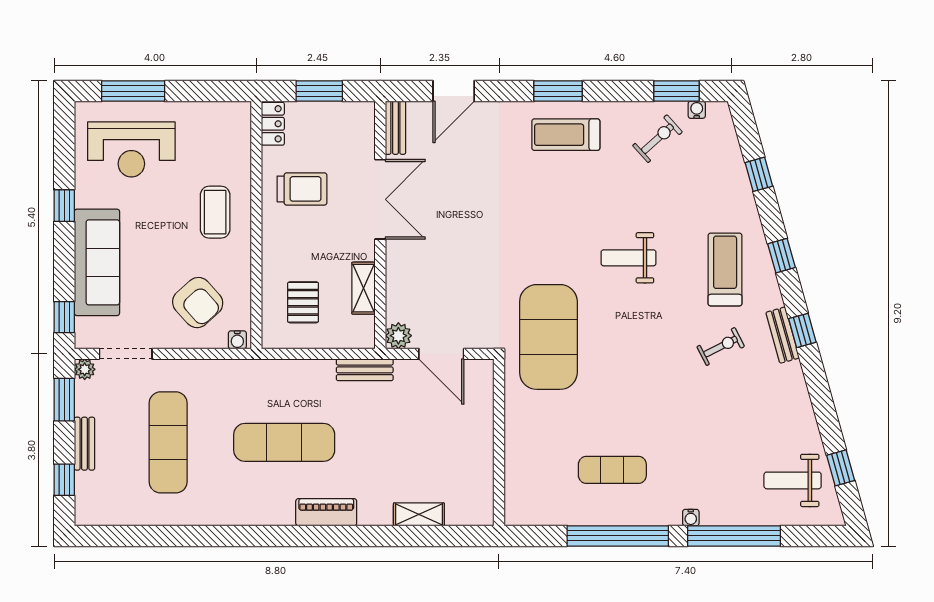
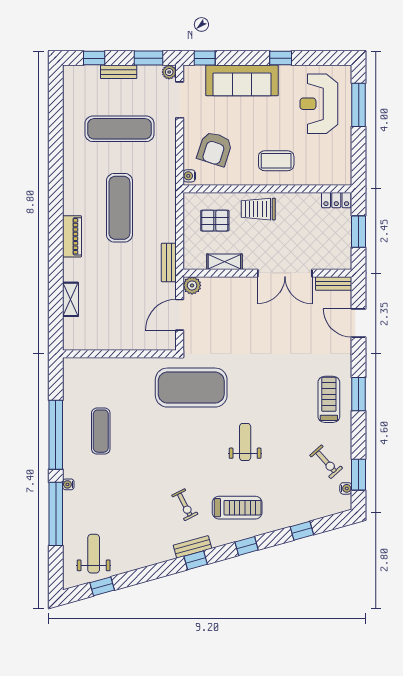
trolley: (302, 189) -> (258, 209), moved, turned 90
armchair: (198, 303) -> (215, 149), turned -30

